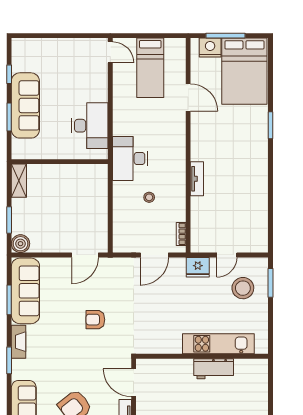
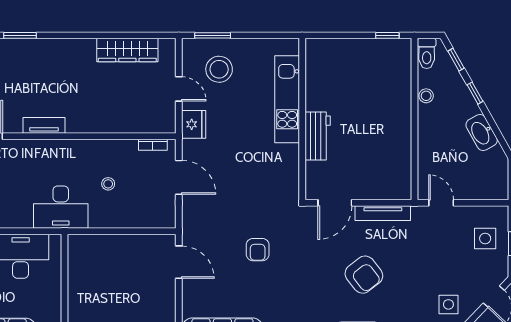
tv unit: (197, 179) -> (44, 125), moved
wardrobe: (259, 213) -> (127, 50), added
workbench: (214, 369) -> (318, 136), moved

